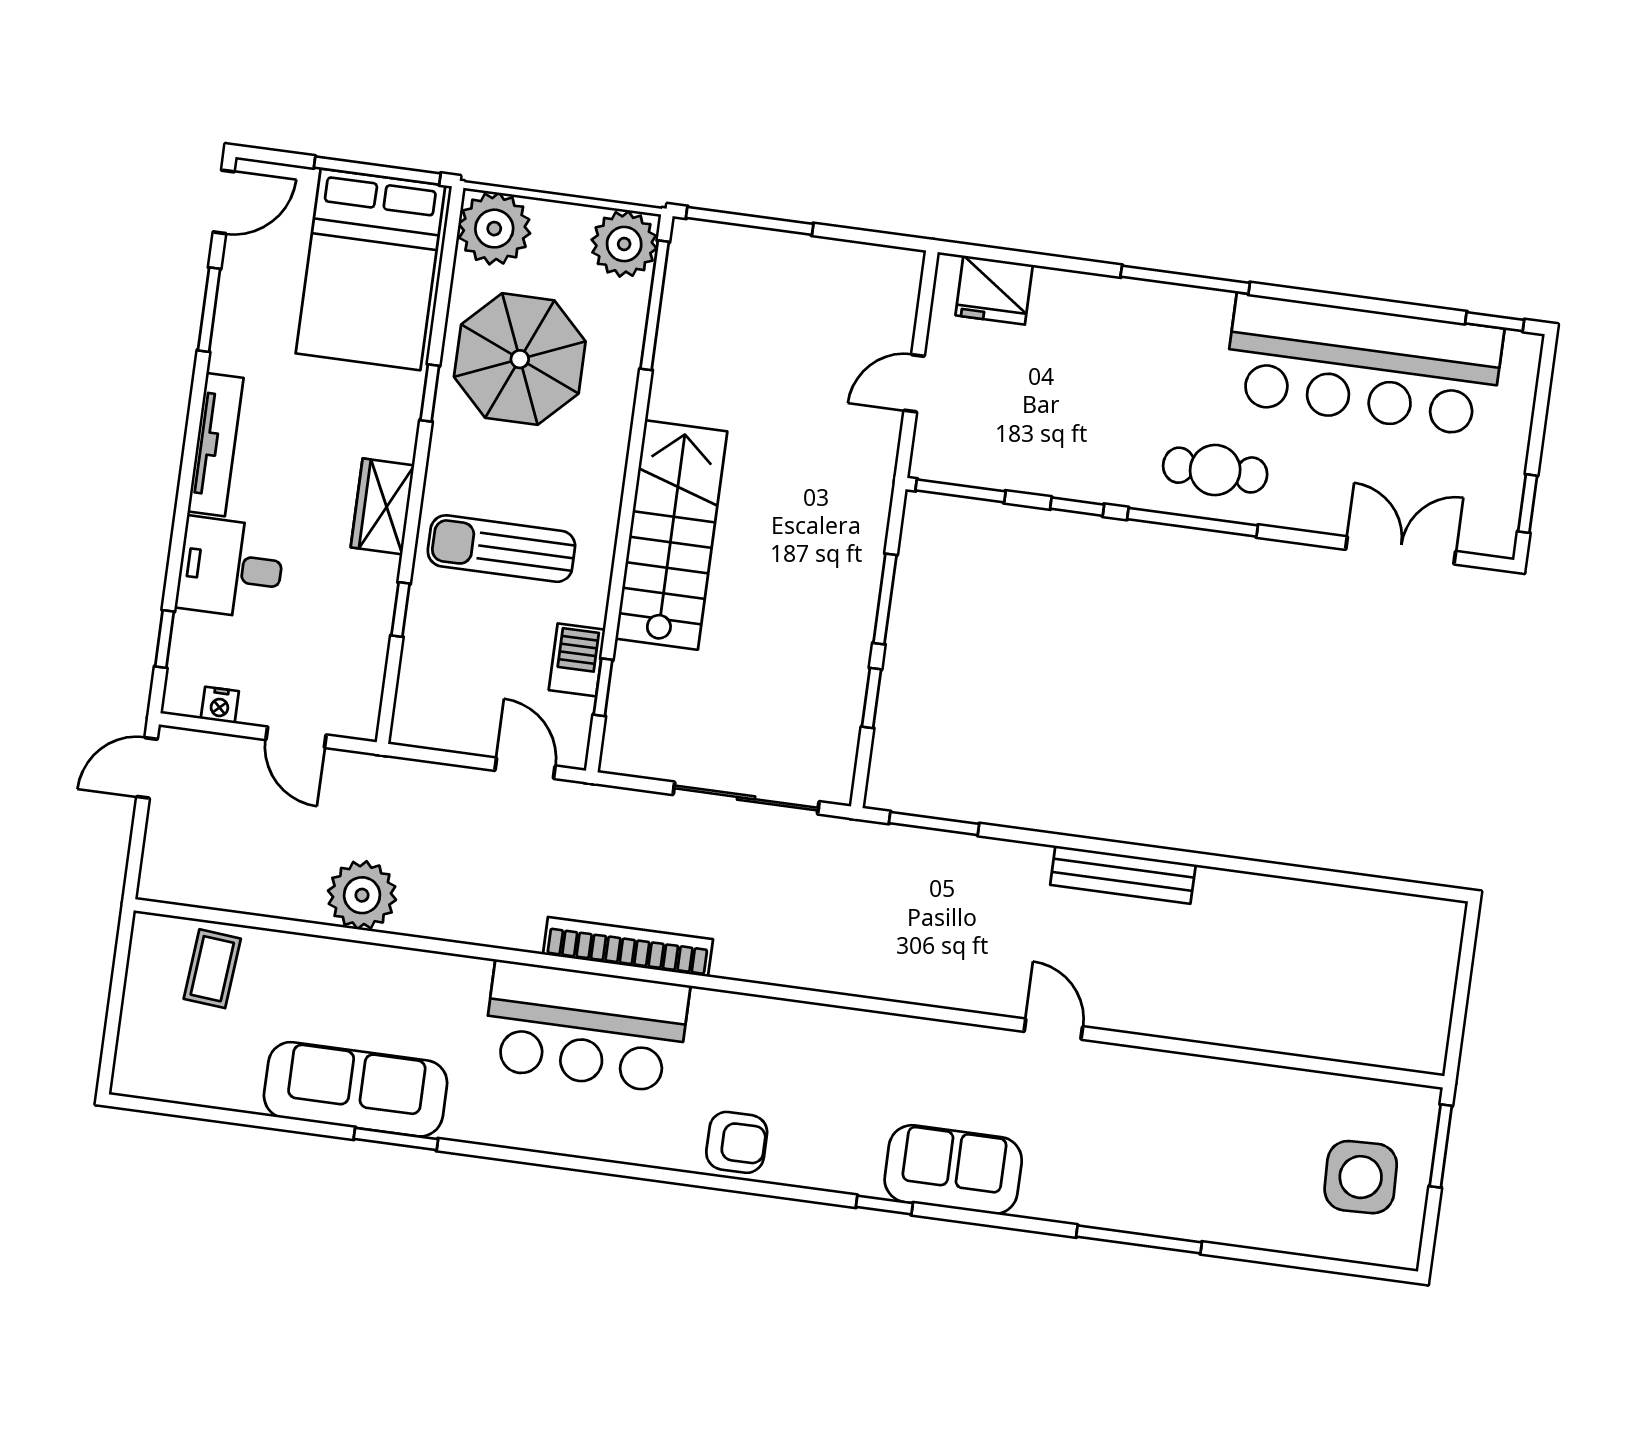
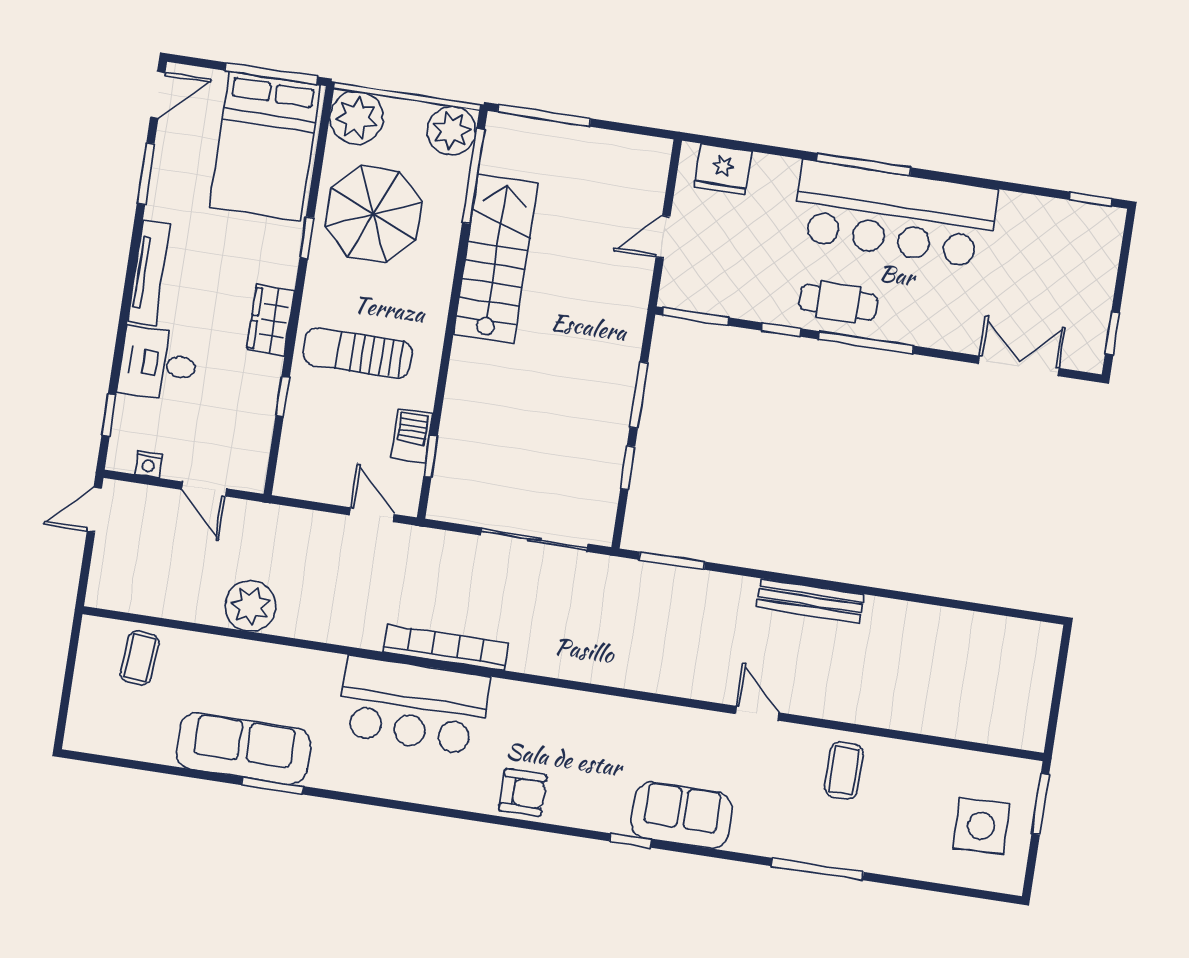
bar counter: (1363, 365) -> (895, 214), moved
cafe table: (1215, 470) -> (838, 302), moved
stairs: (671, 535) -> (496, 259), moved
coffee table: (1173, 1105) -> (844, 770), added

